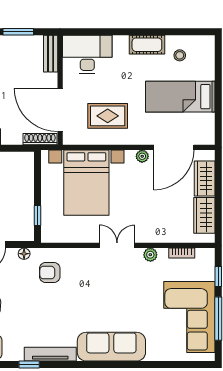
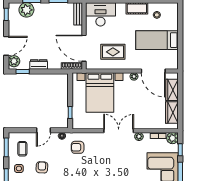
door: (174, 147) -> (153, 71), hinge flipped
double door: (117, 245) -> (119, 131), width x1.37
plant: (205, 257) -> (172, 138), added

